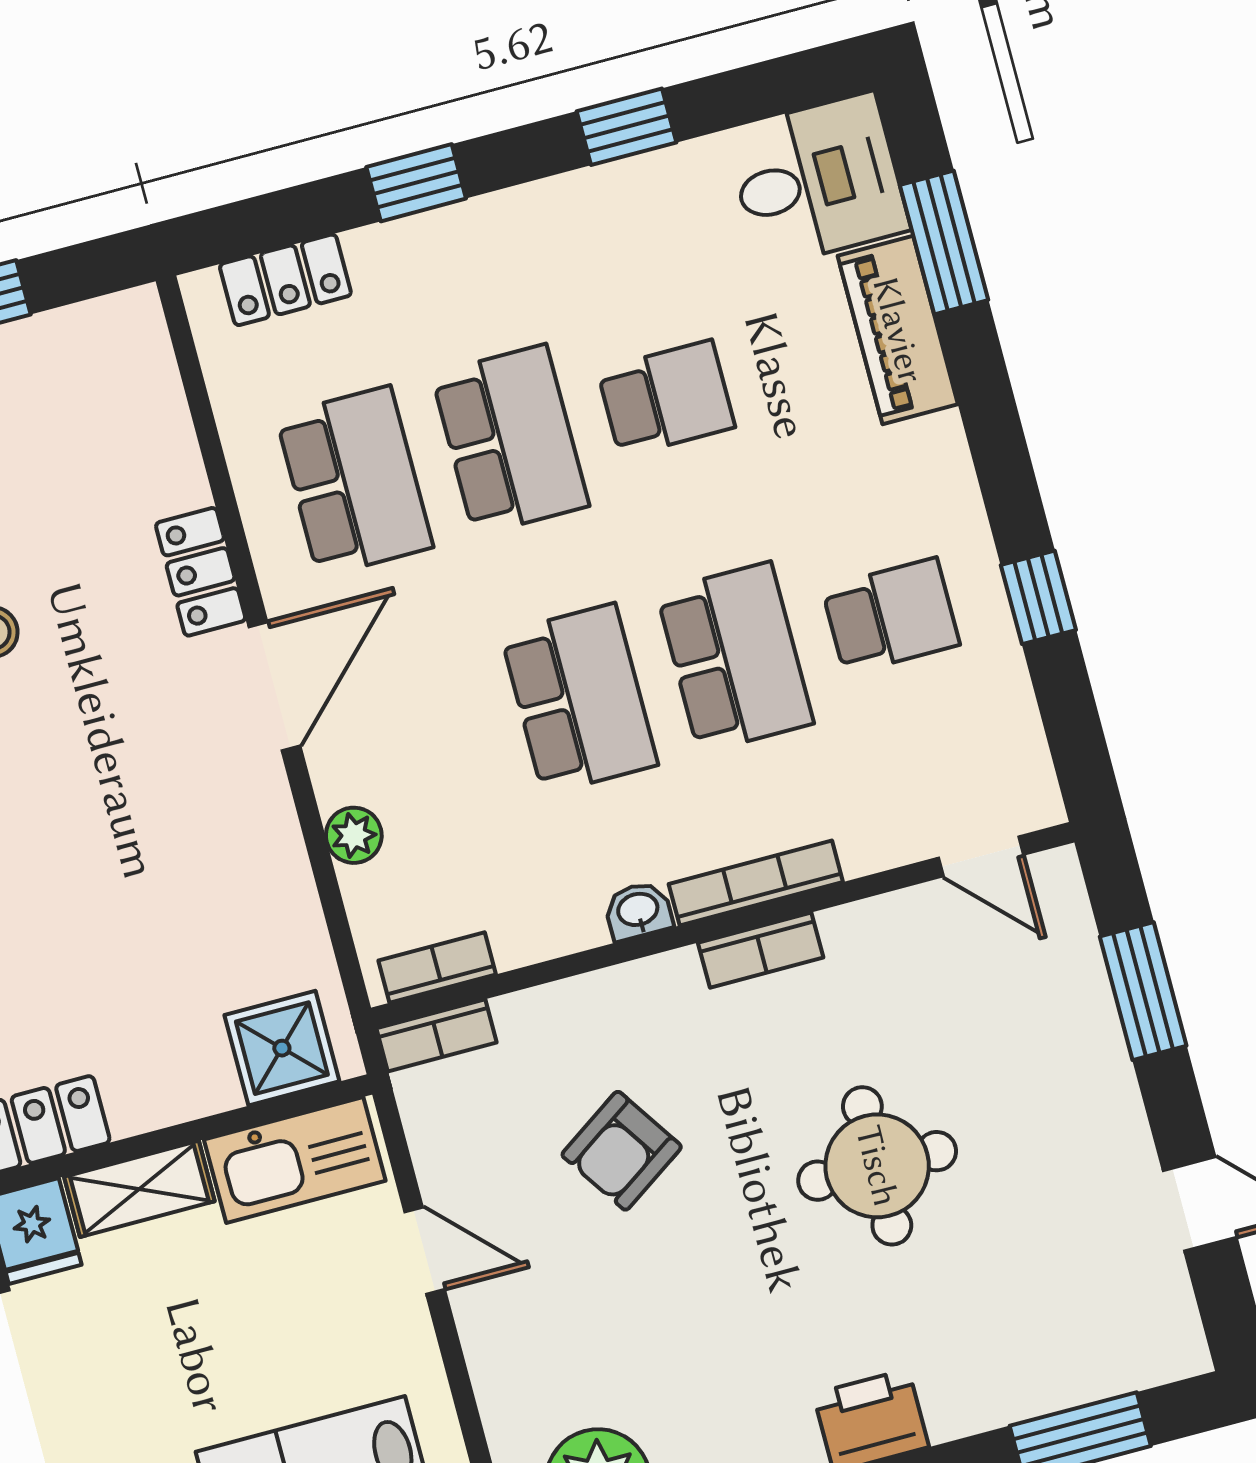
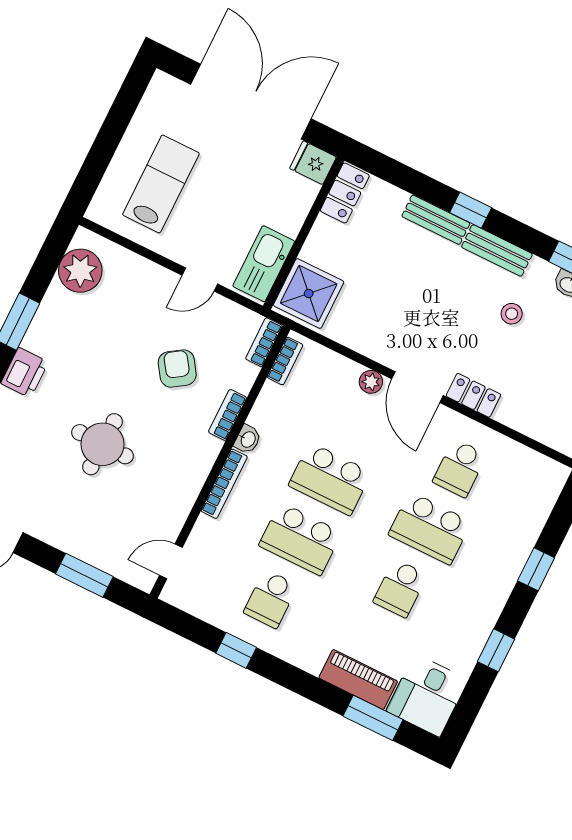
locker: (285, 280) -> (542, 502), removed
school desk: (354, 481) -> (460, 468), width x0.54
plant: (354, 835) -> (371, 382), moved
bookcase: (761, 950) -> (228, 415), moved
shower: (282, 1048) -> (309, 294), width x1.36, depth x1.36
shelving: (139, 1189) -> (297, 207), removed

